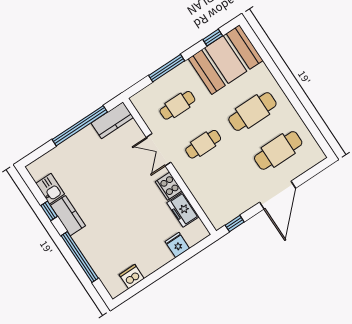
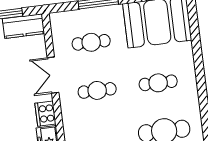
cafe table: (252, 112) -> (158, 83), width x0.73, depth x0.74

